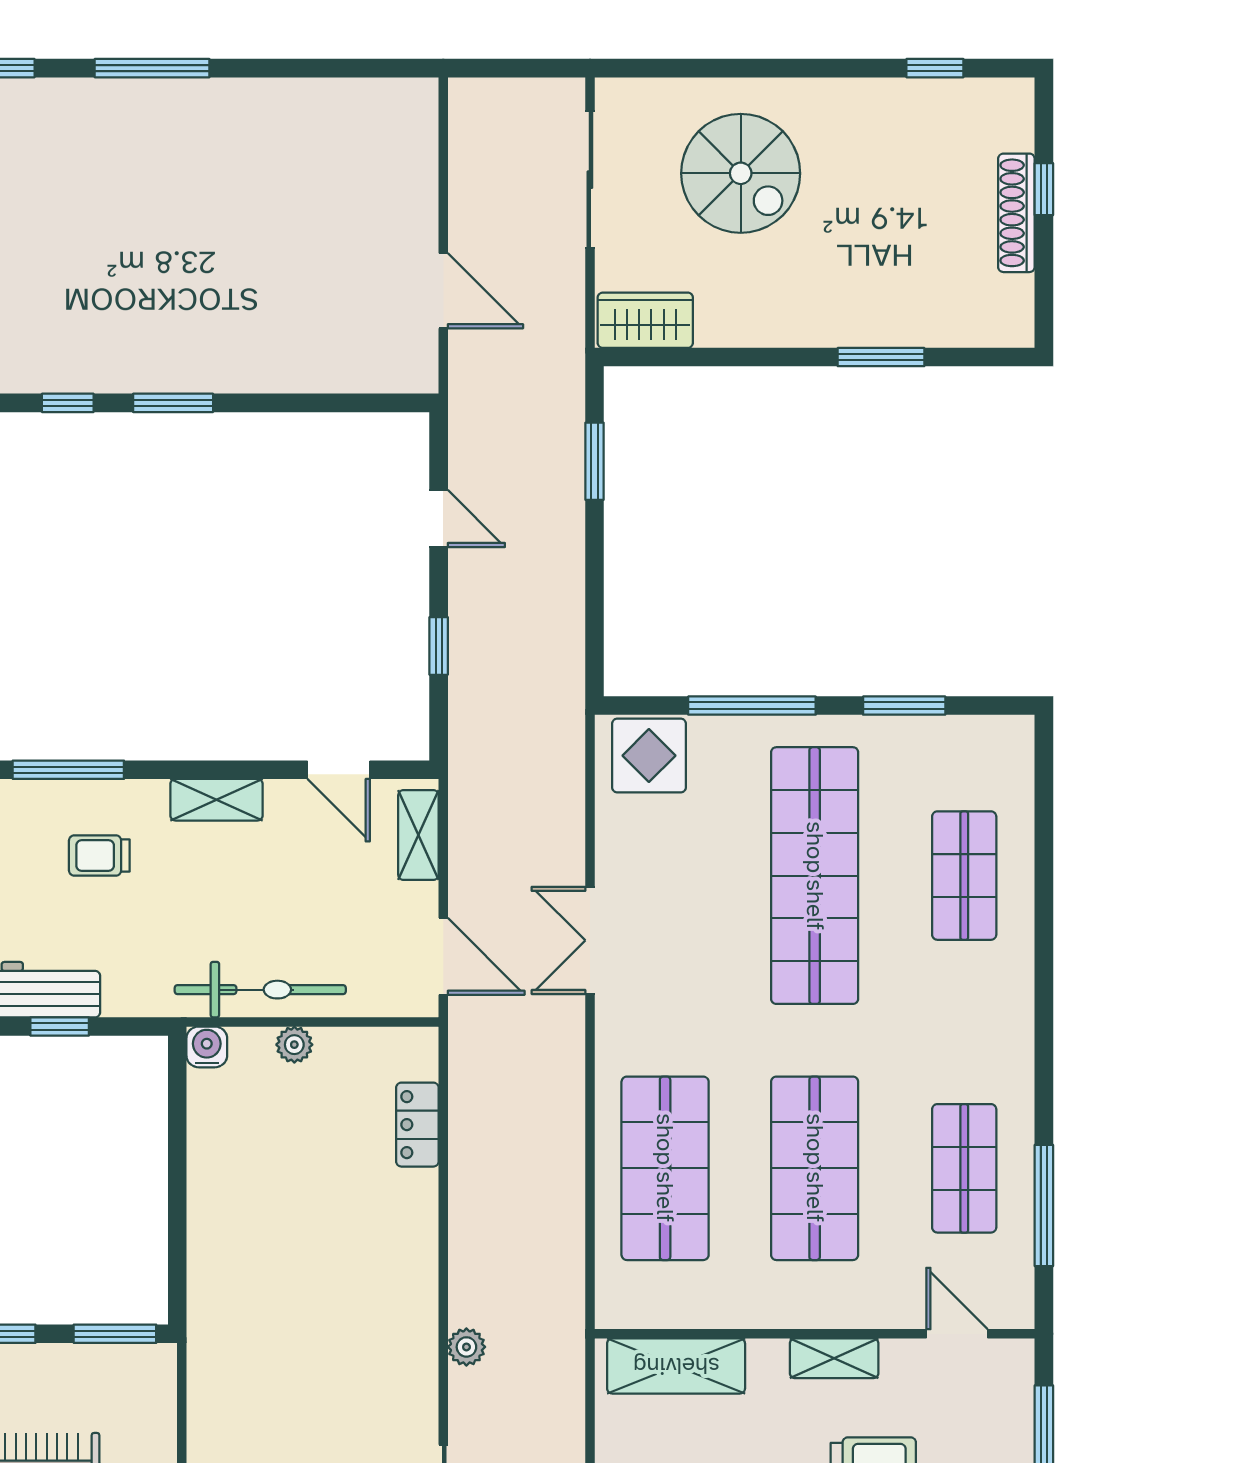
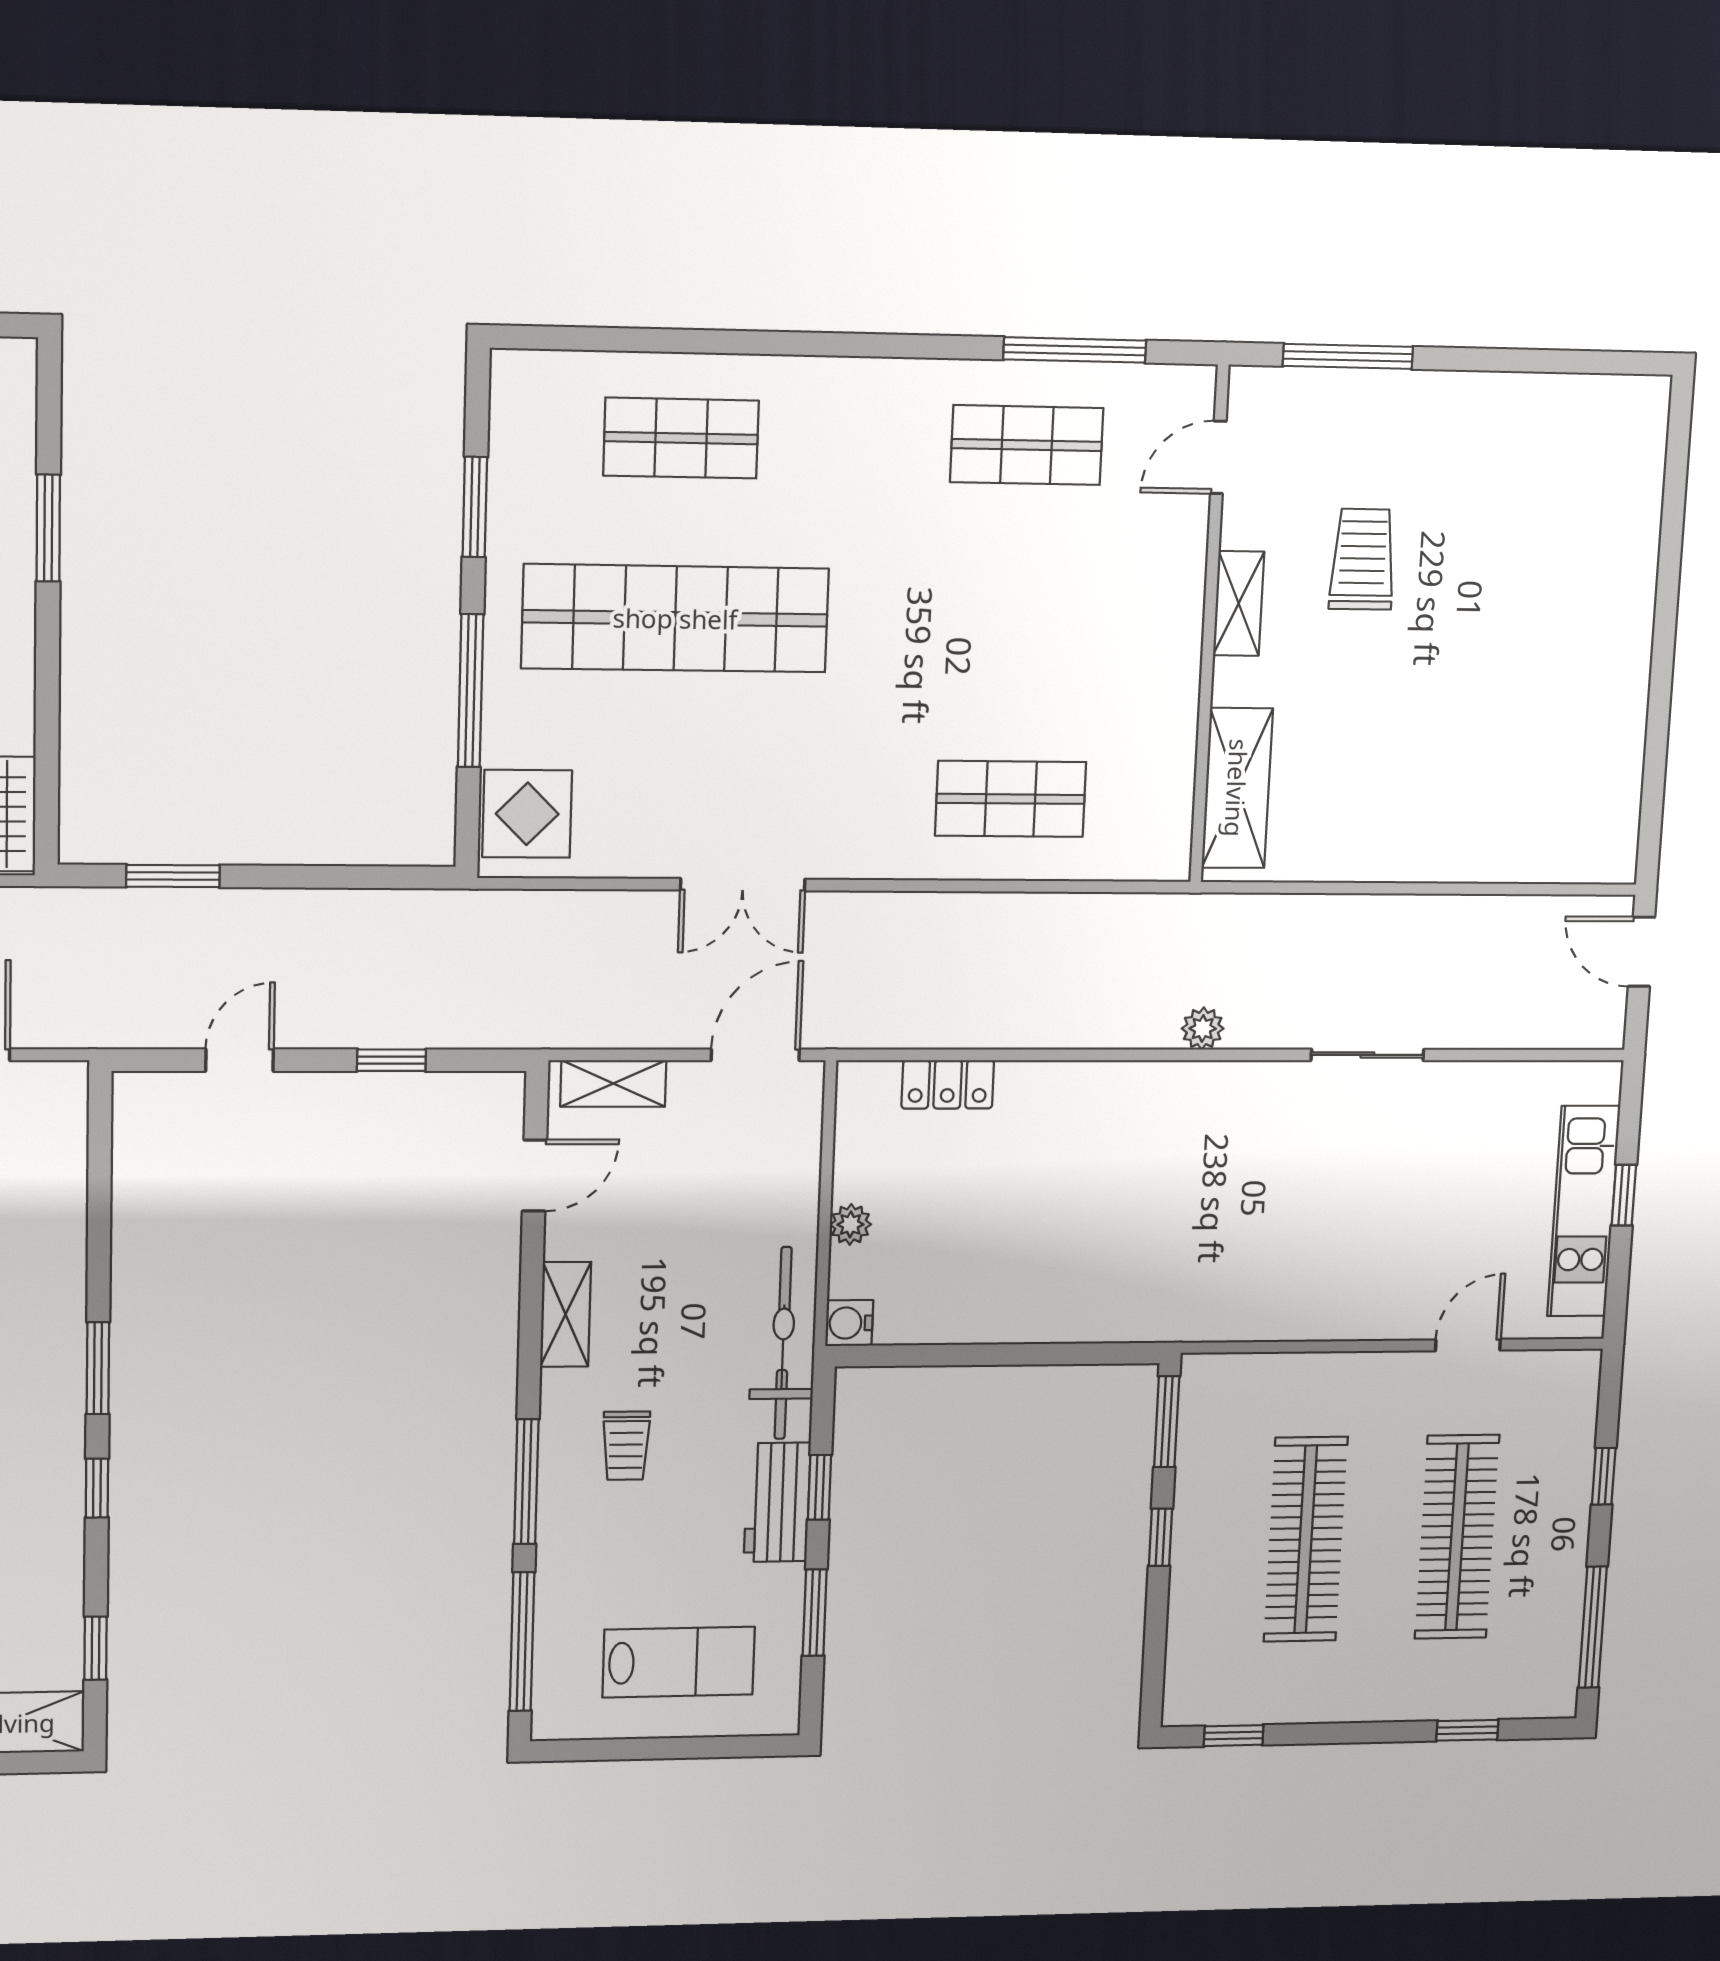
bicycle: (260, 990) -> (783, 1343), moved
shop shelf: (665, 1168) -> (1011, 799), width x0.70, depth x0.74
shop shelf: (815, 1168) -> (1019, 623), removed

